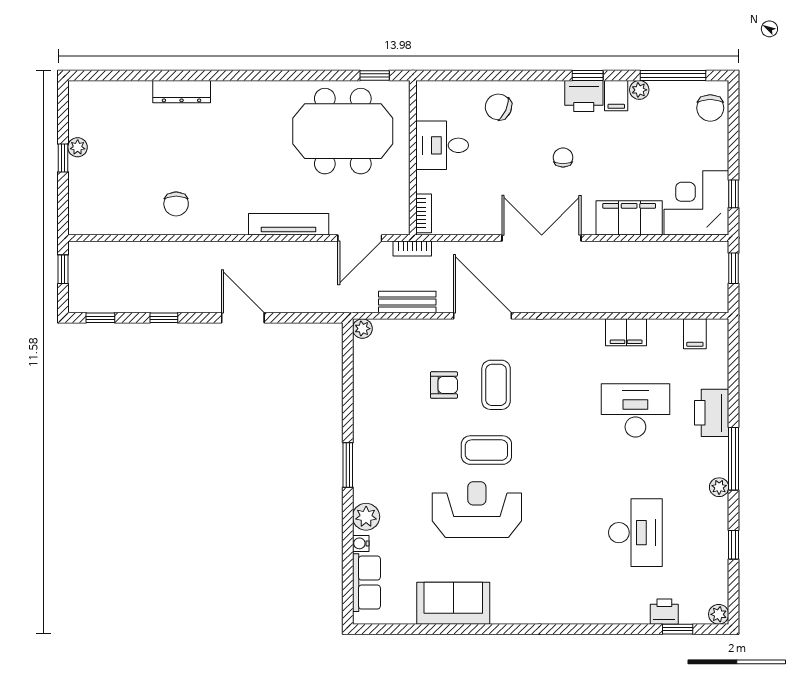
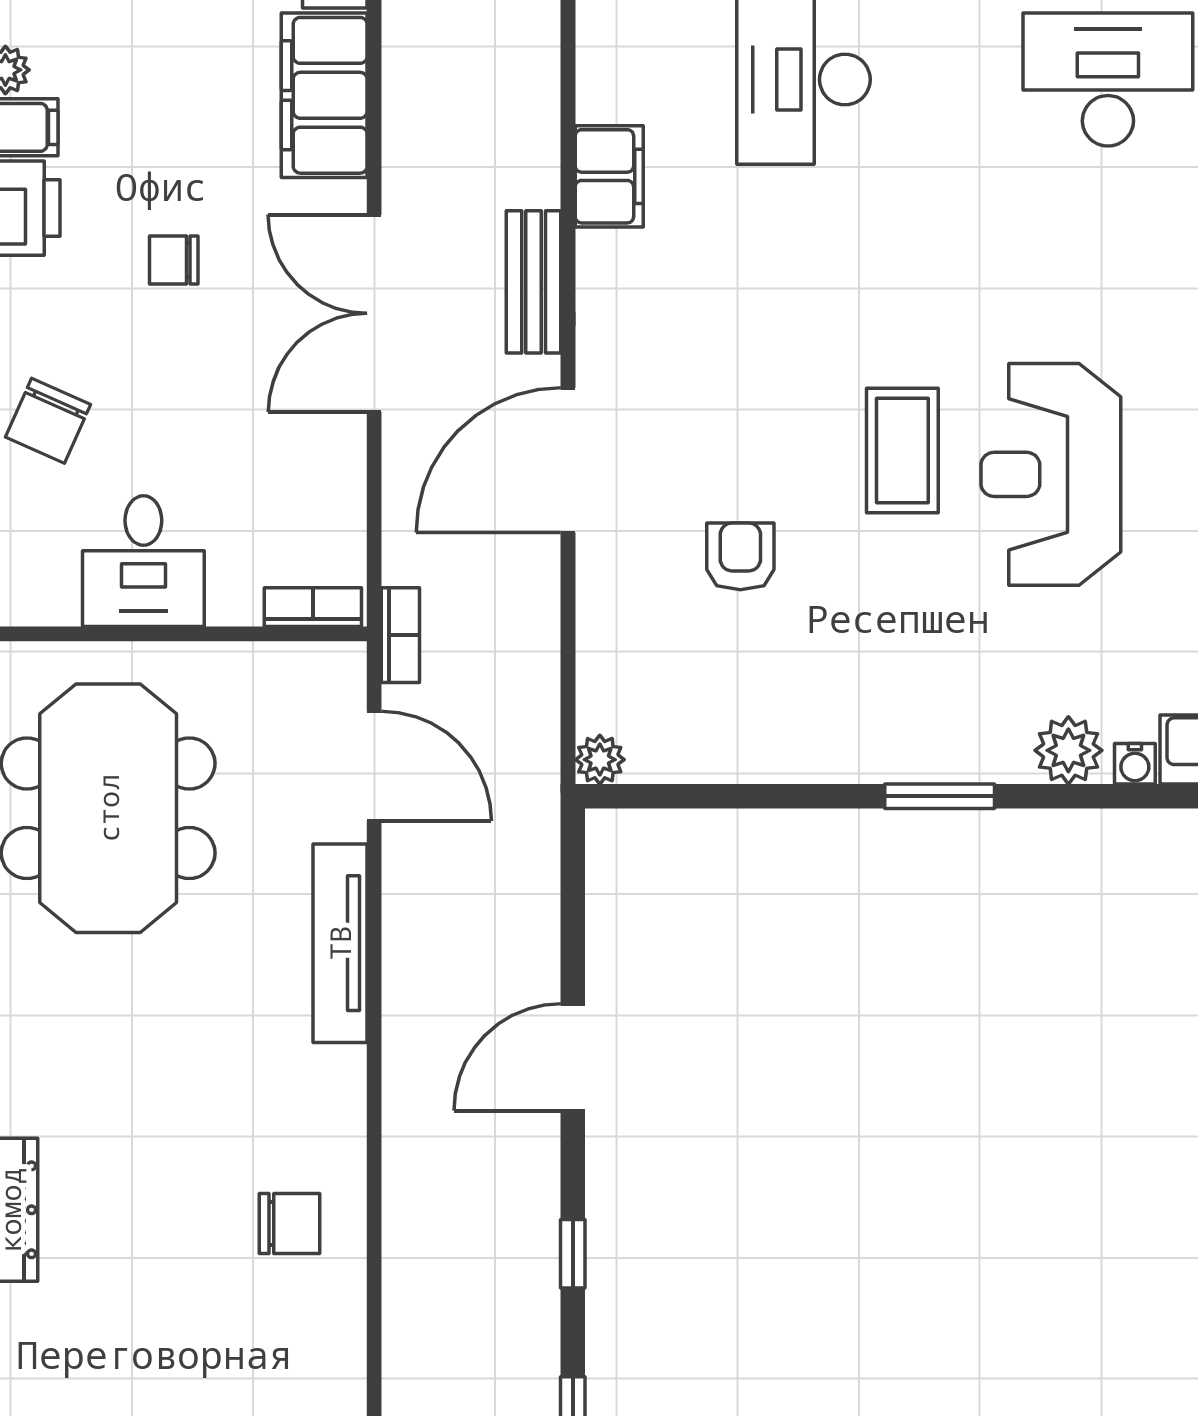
bench: (407, 302) -> (534, 282), moved
filing cabinet: (626, 332) -> (609, 176), moved
coffee table: (496, 385) -> (740, 427), removed

